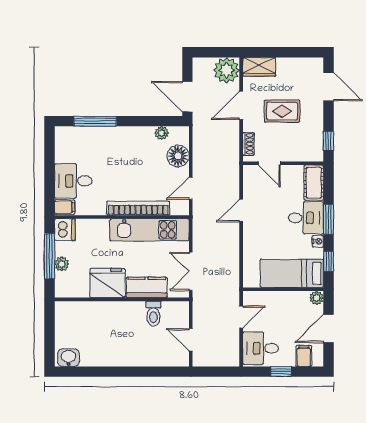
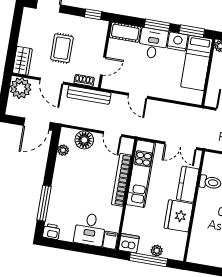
printer: (63, 136) -> (51, 231), added
bench: (232, 153) -> (89, 95), added
nightstand: (318, 241) -> (178, 41), width x1.89, depth x1.79
window: (329, 261) -> (192, 31), width x1.50

